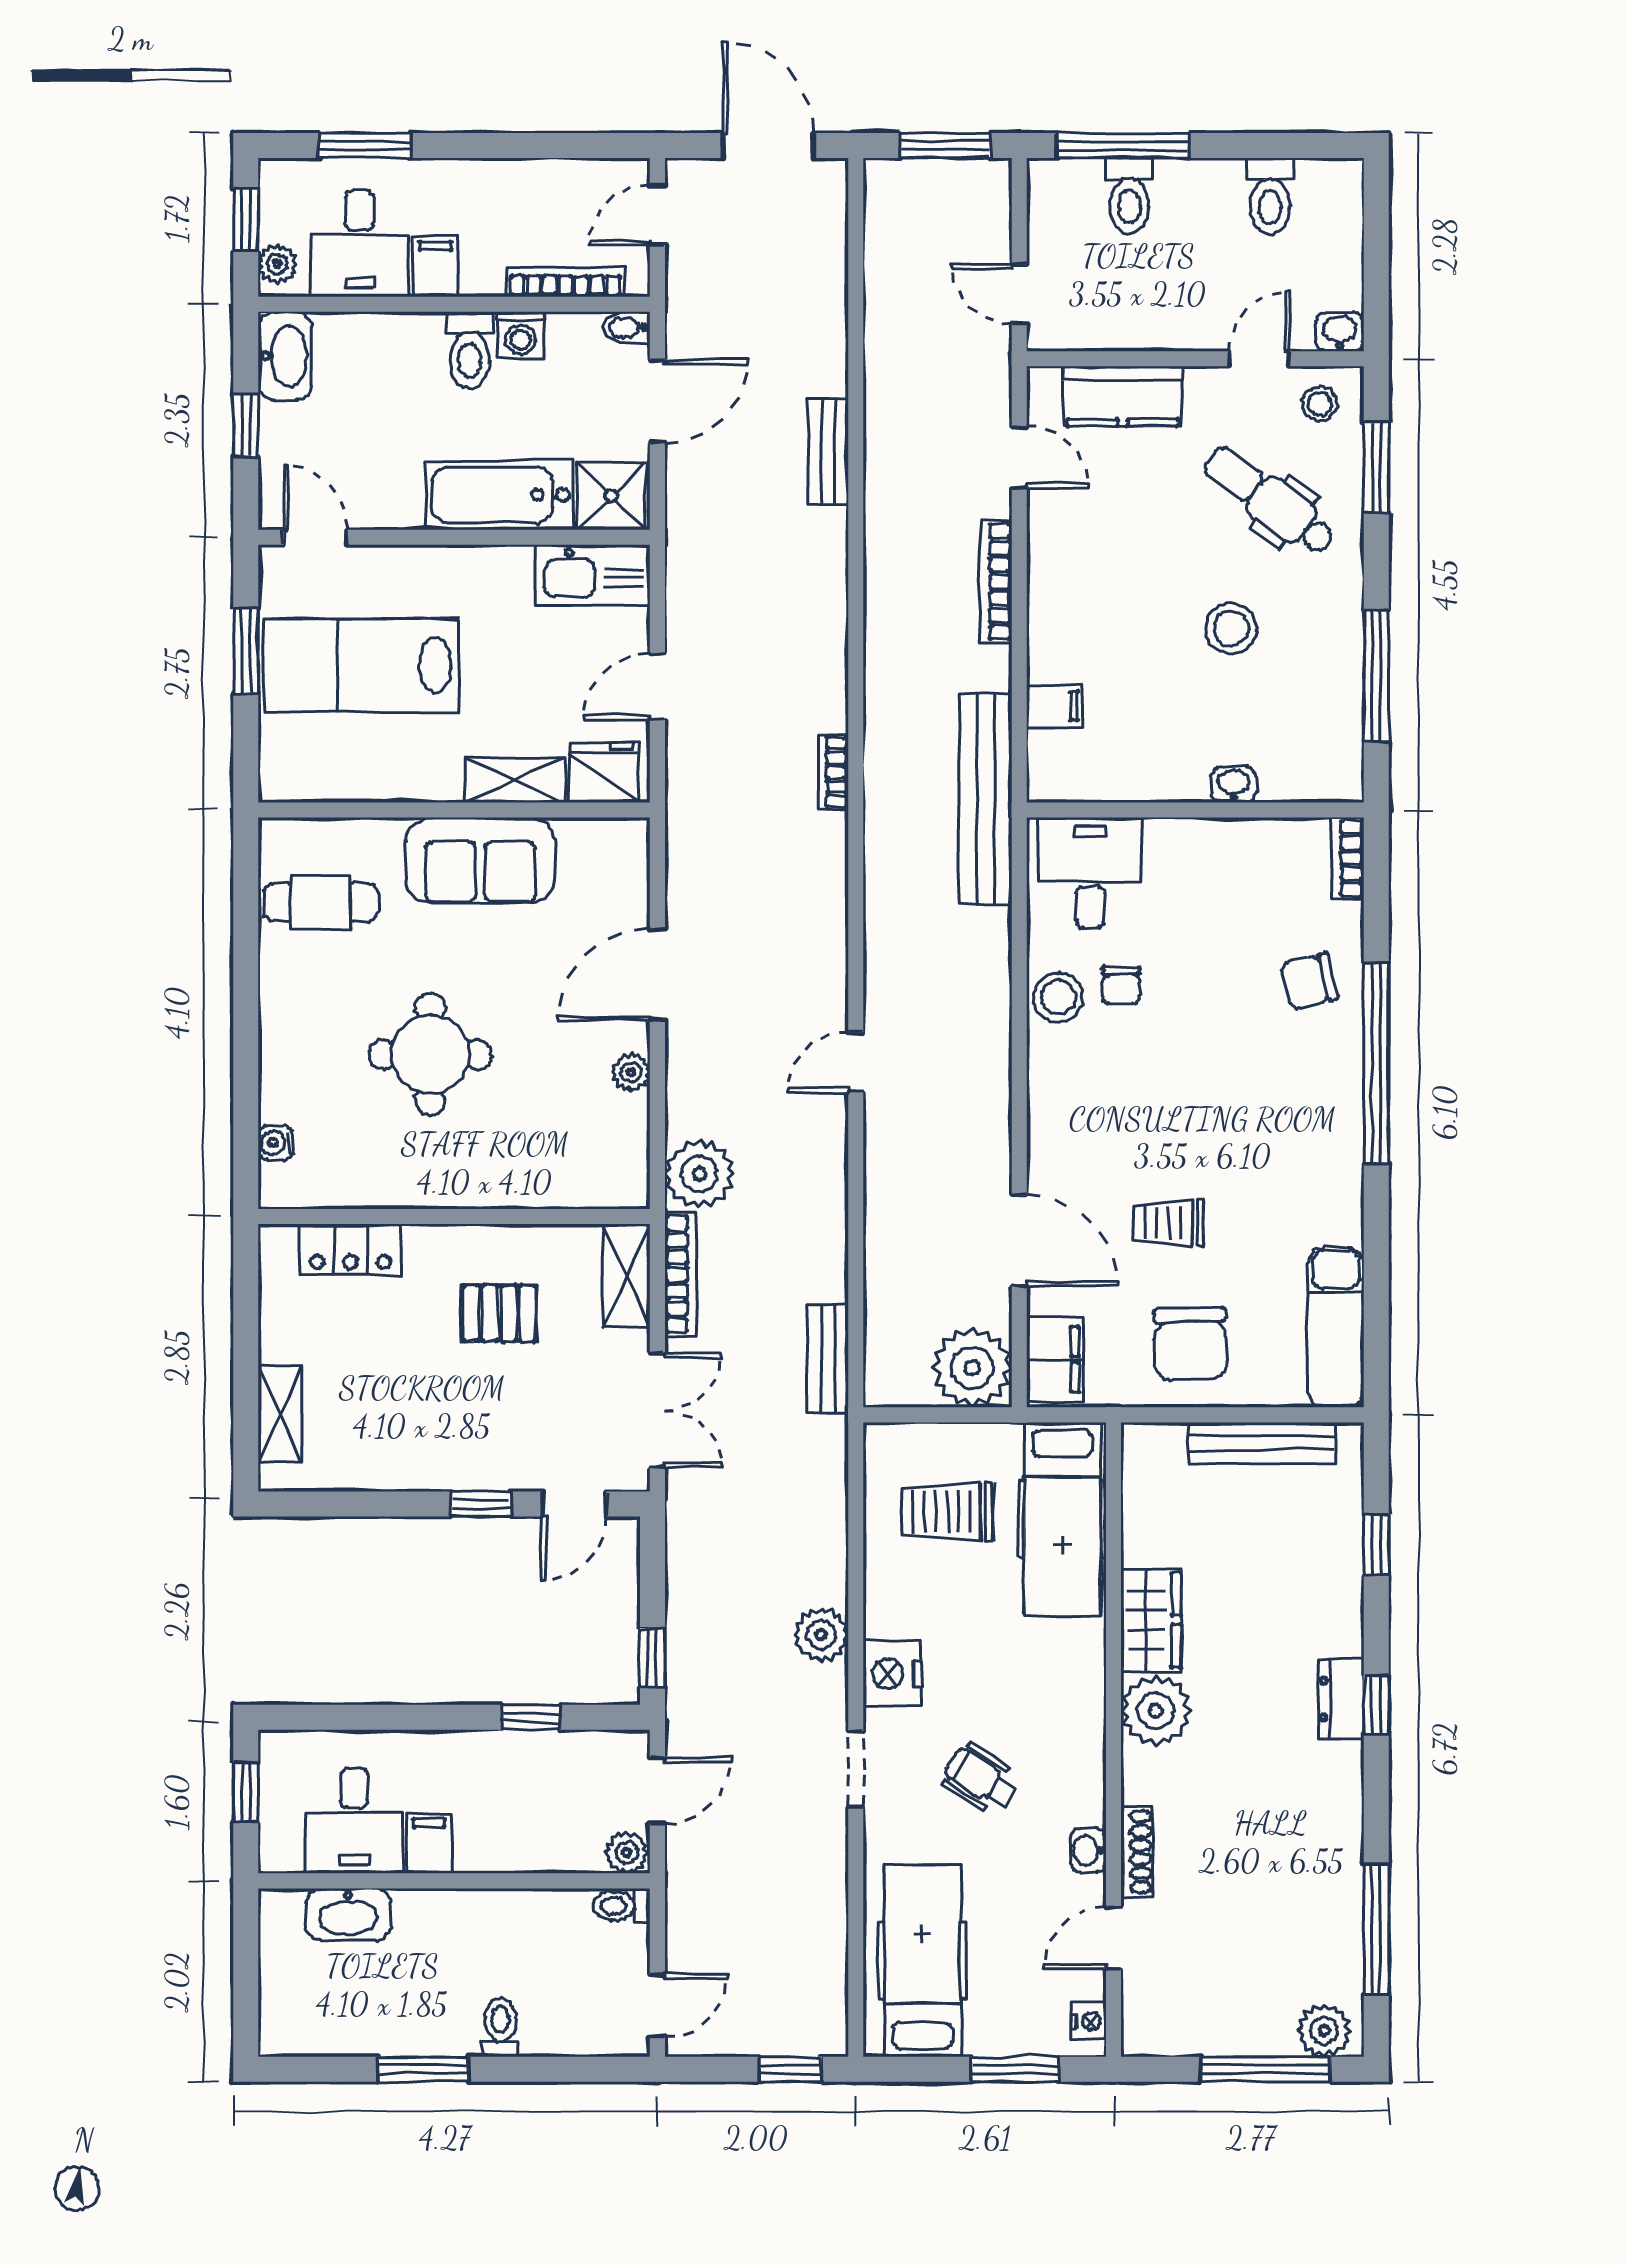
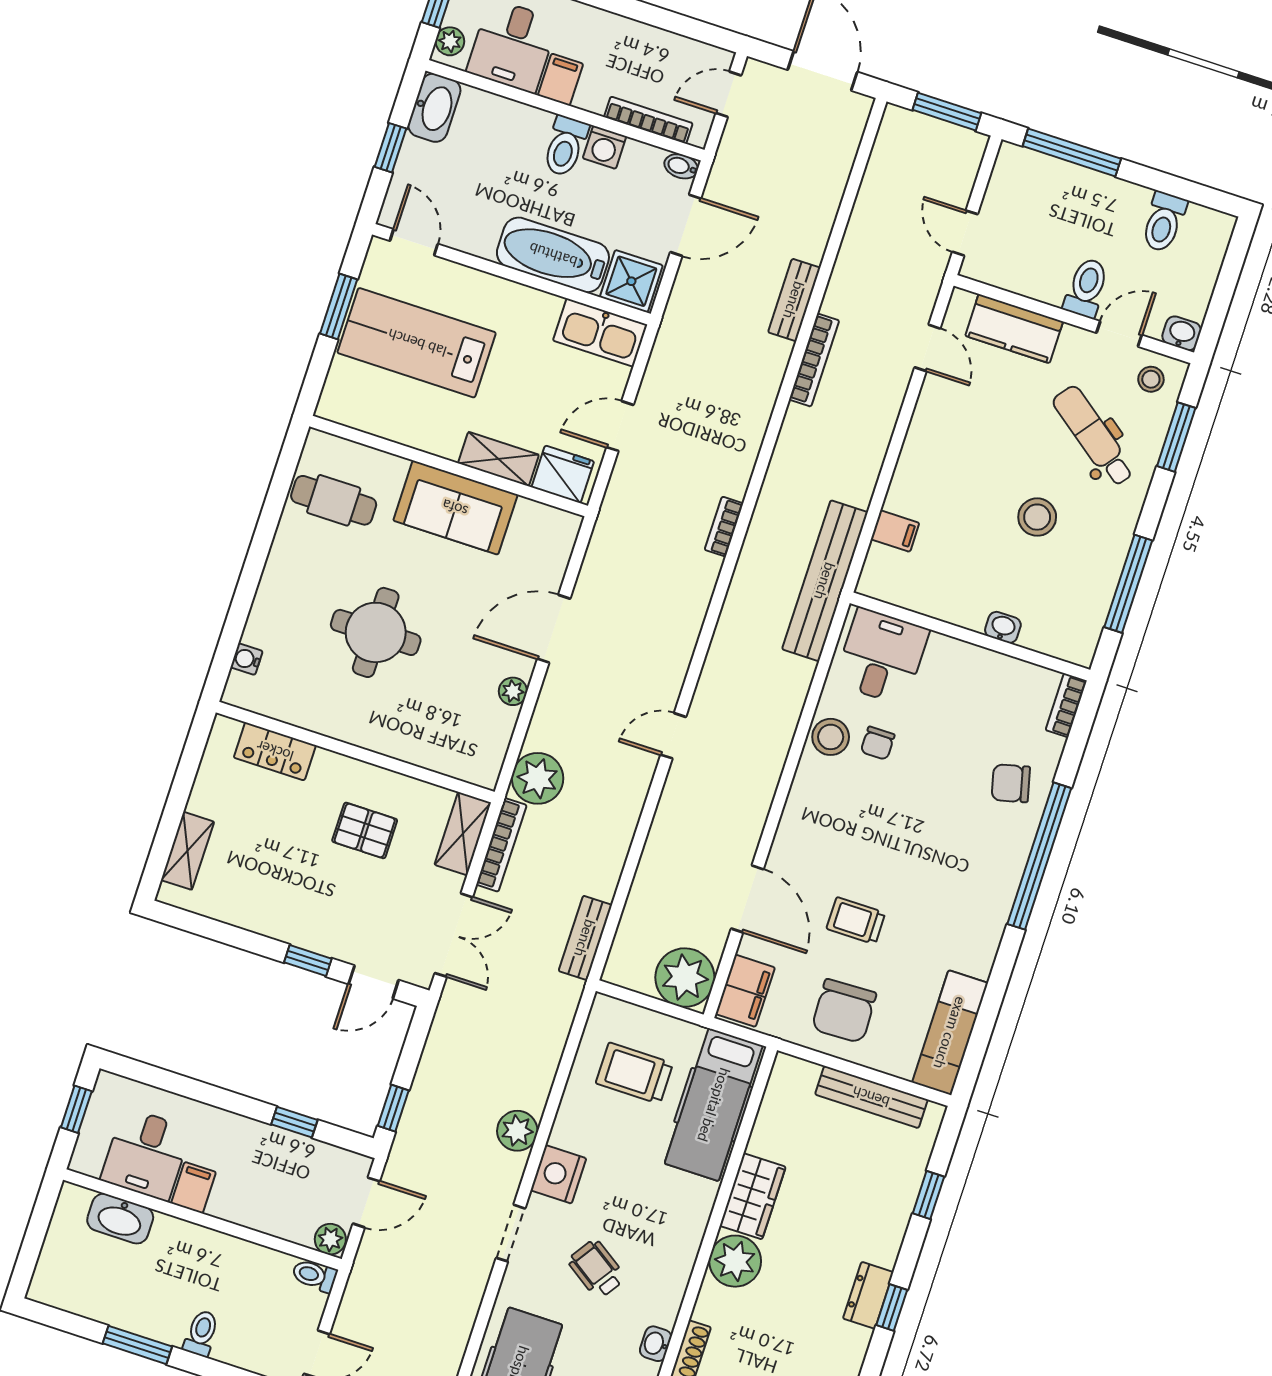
toilet: (1129, 196) -> (1086, 288), moved, turned 180
bookcase: (996, 582) -> (814, 360), moved, turned 180

